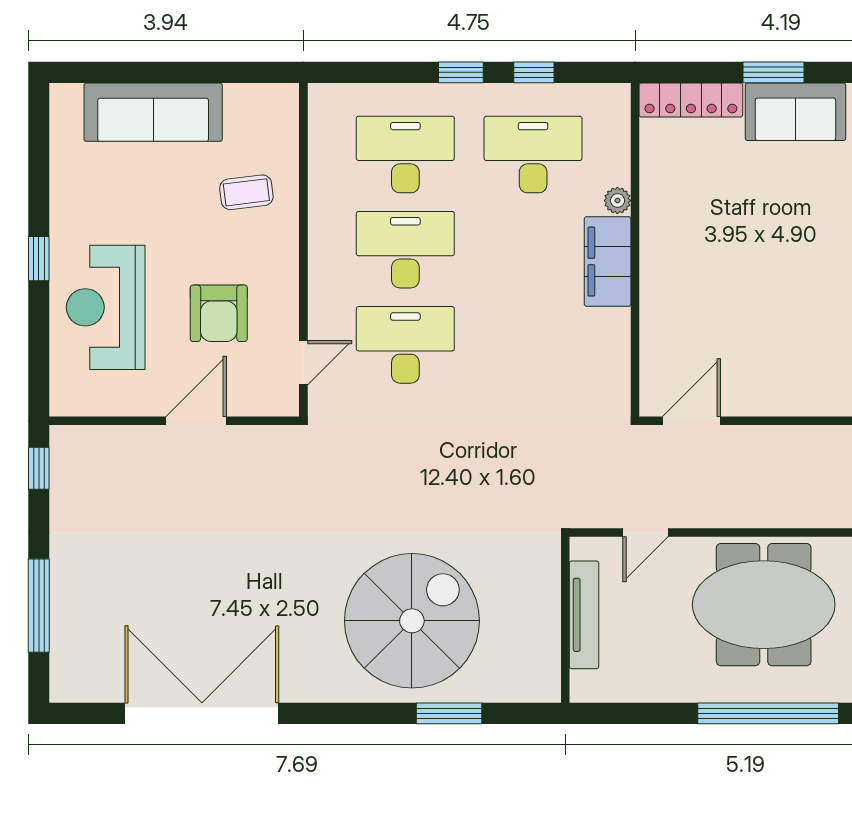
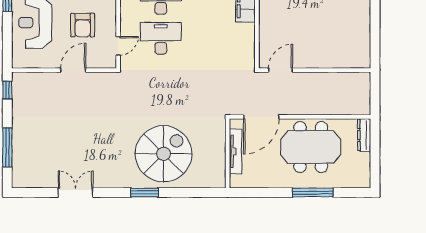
door: (646, 532) -> (261, 117), width x1.88
double door: (202, 713) -> (76, 192), width x0.54
window: (449, 713) -> (144, 192), moved
window: (768, 713) -> (313, 192), width x0.68

